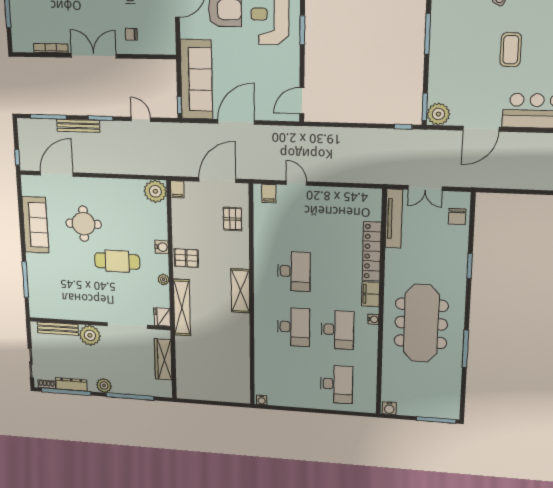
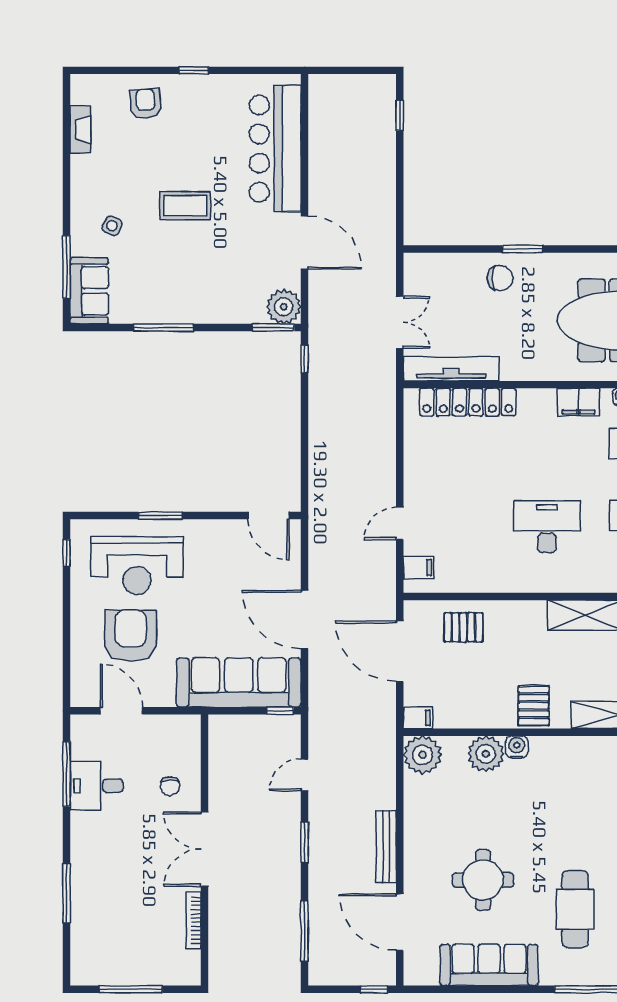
bench: (78, 126) -> (386, 847), moved
chair: (457, 217) -> (500, 278), moved
locker: (372, 251) -> (468, 402), moved
cafe table: (117, 261) -> (575, 909), moved
plant: (164, 279) -> (486, 754), moved, width x1.88, depth x1.88

